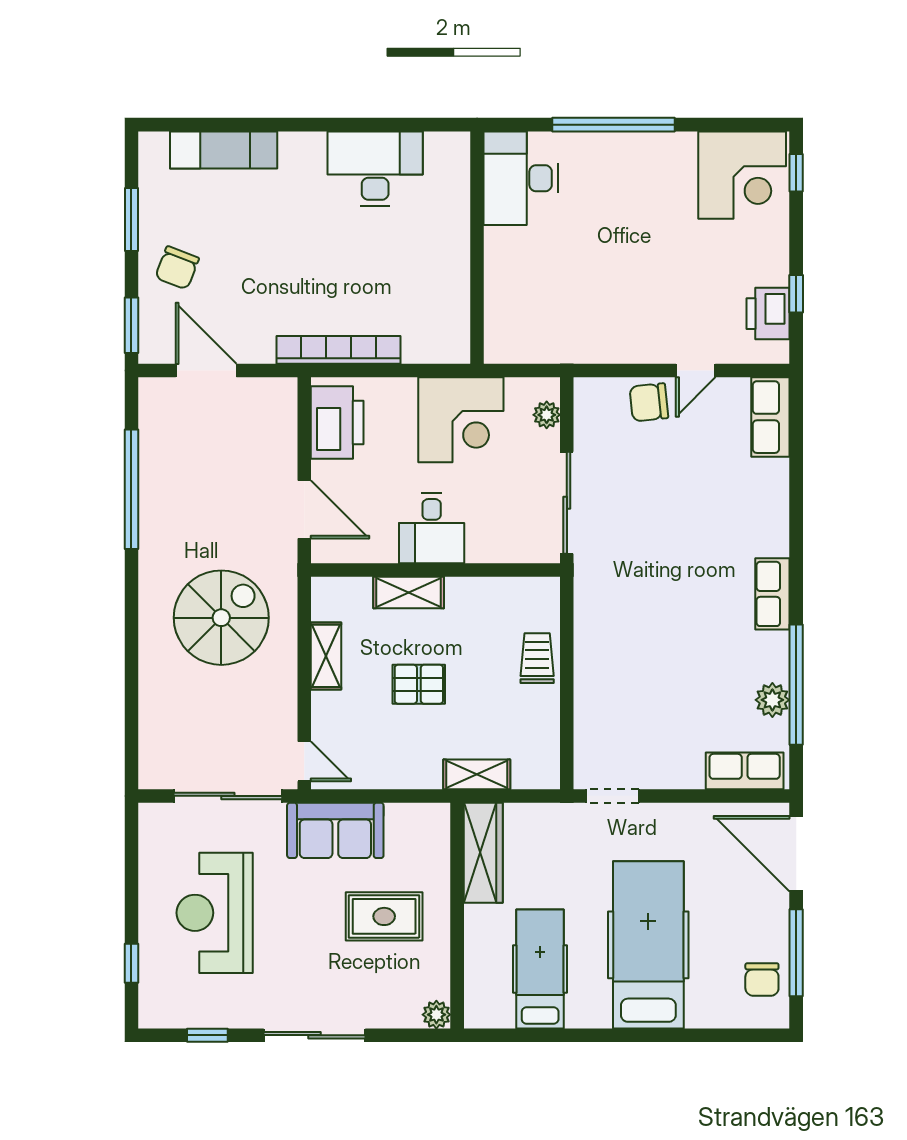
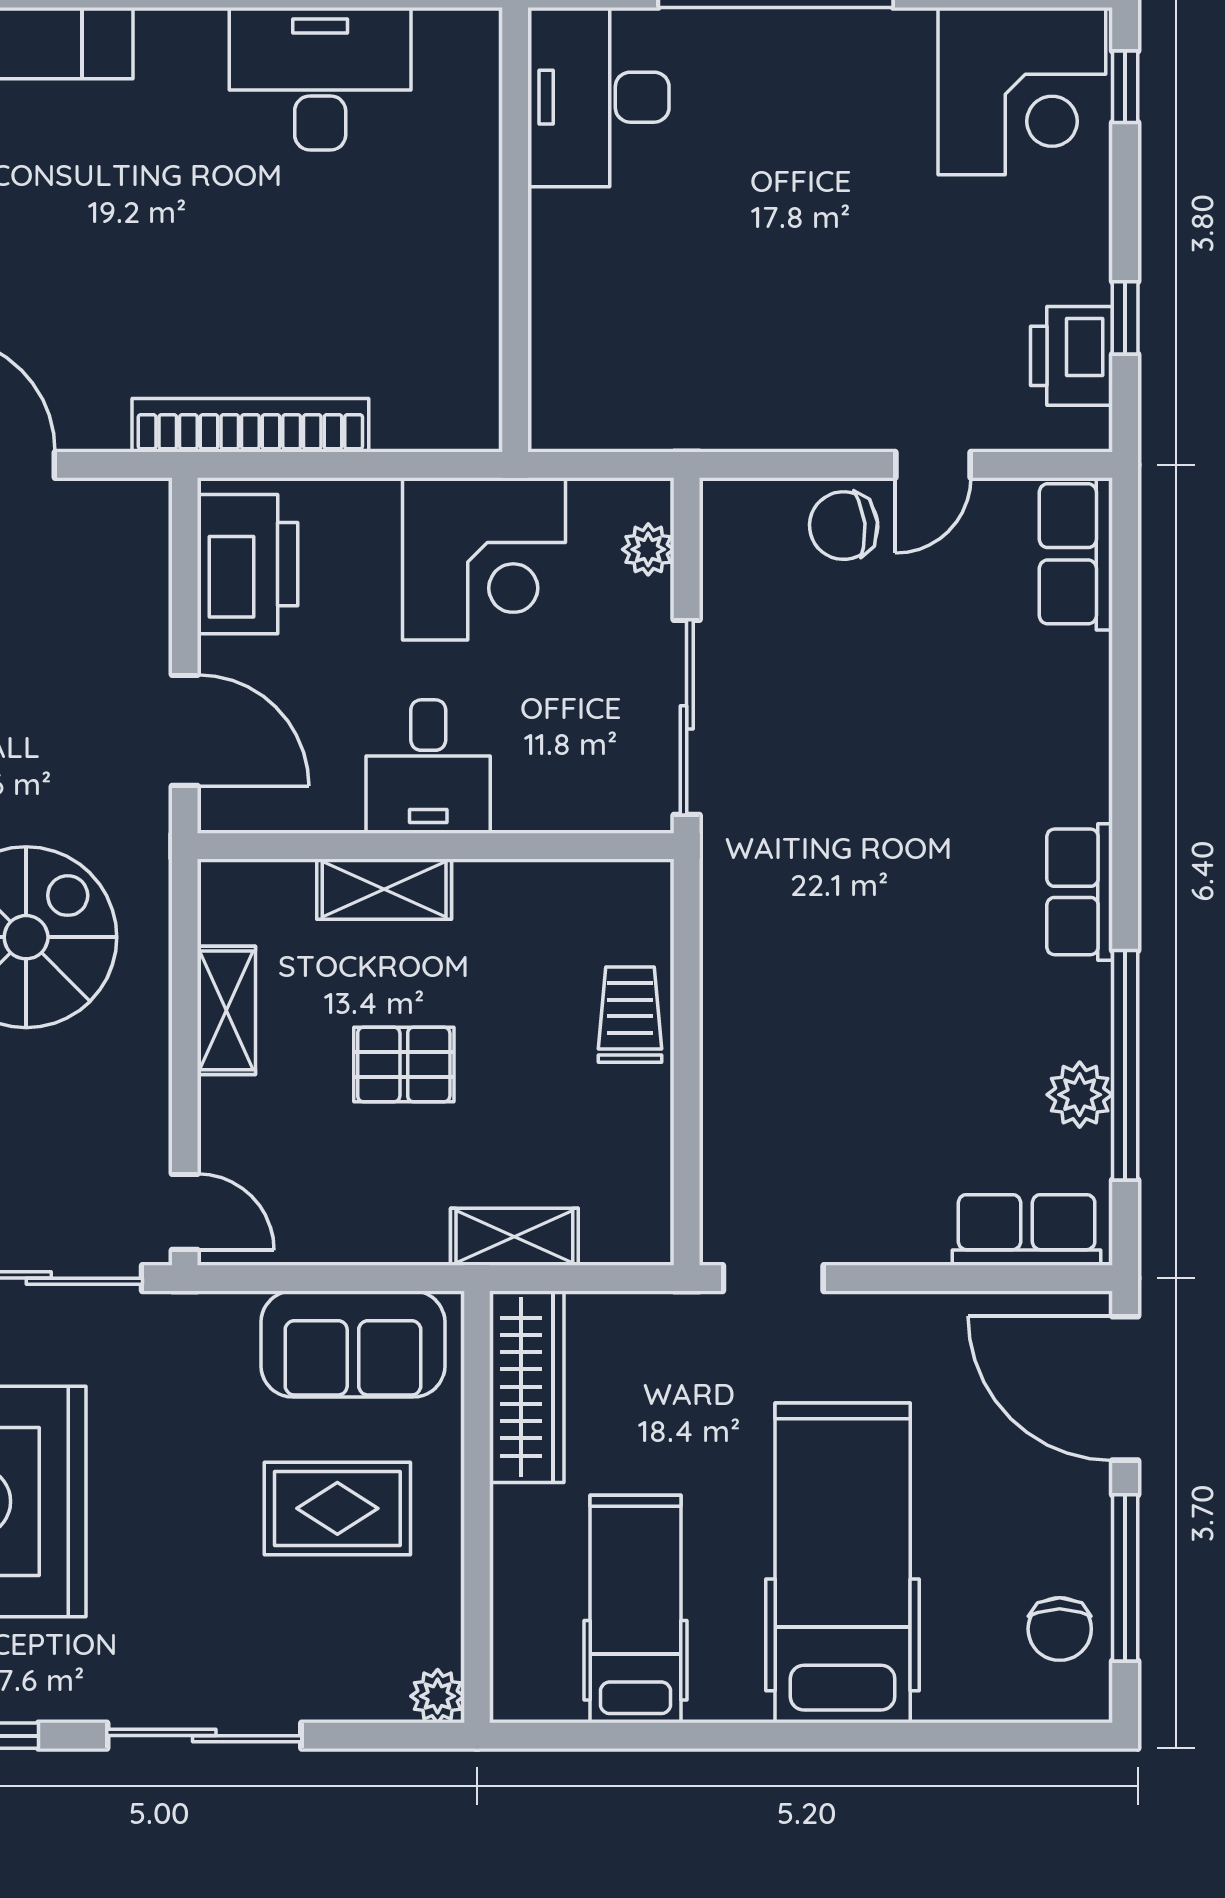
sofa: (335, 830) -> (353, 1344), moved

